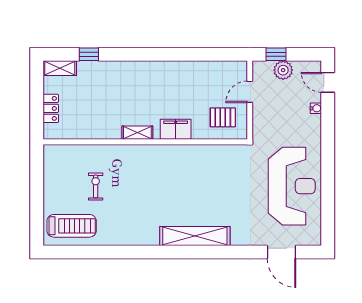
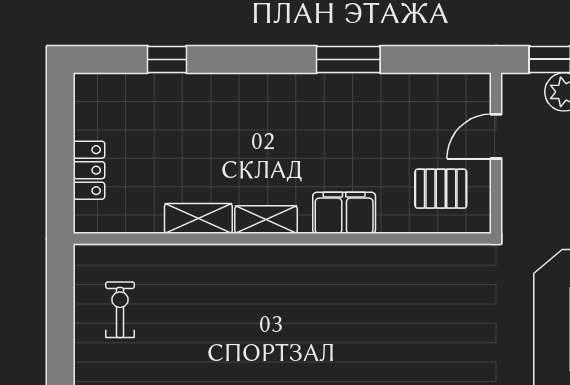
window: (178, 54) -> (348, 59), added
shelving: (60, 68) -> (198, 218), moved
exercise bike: (96, 186) -> (120, 310), moved

